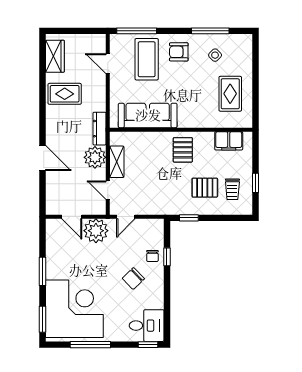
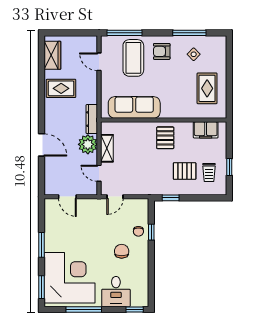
plant: (96, 231) -> (89, 209), removed
chair: (133, 279) -> (122, 251), turned 134
desk: (147, 326) -> (116, 292), moved, turned 90

